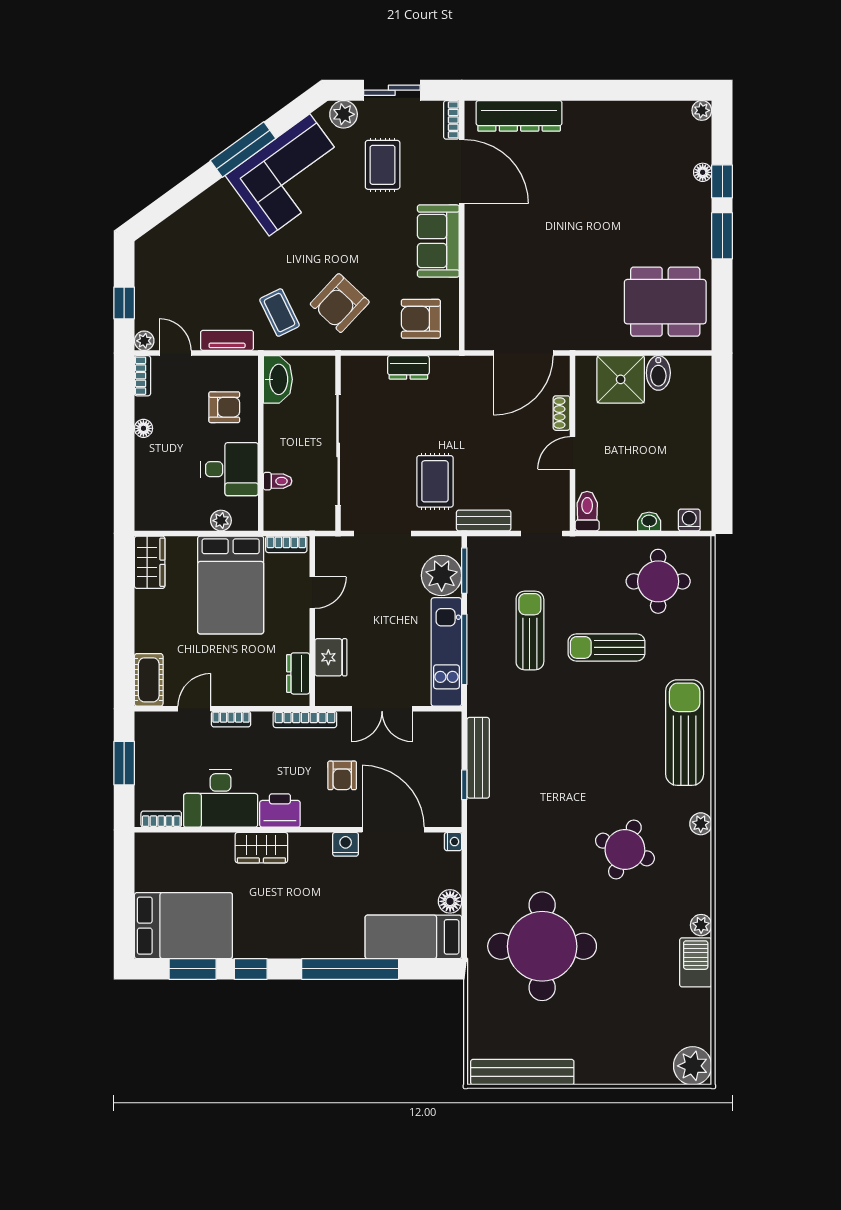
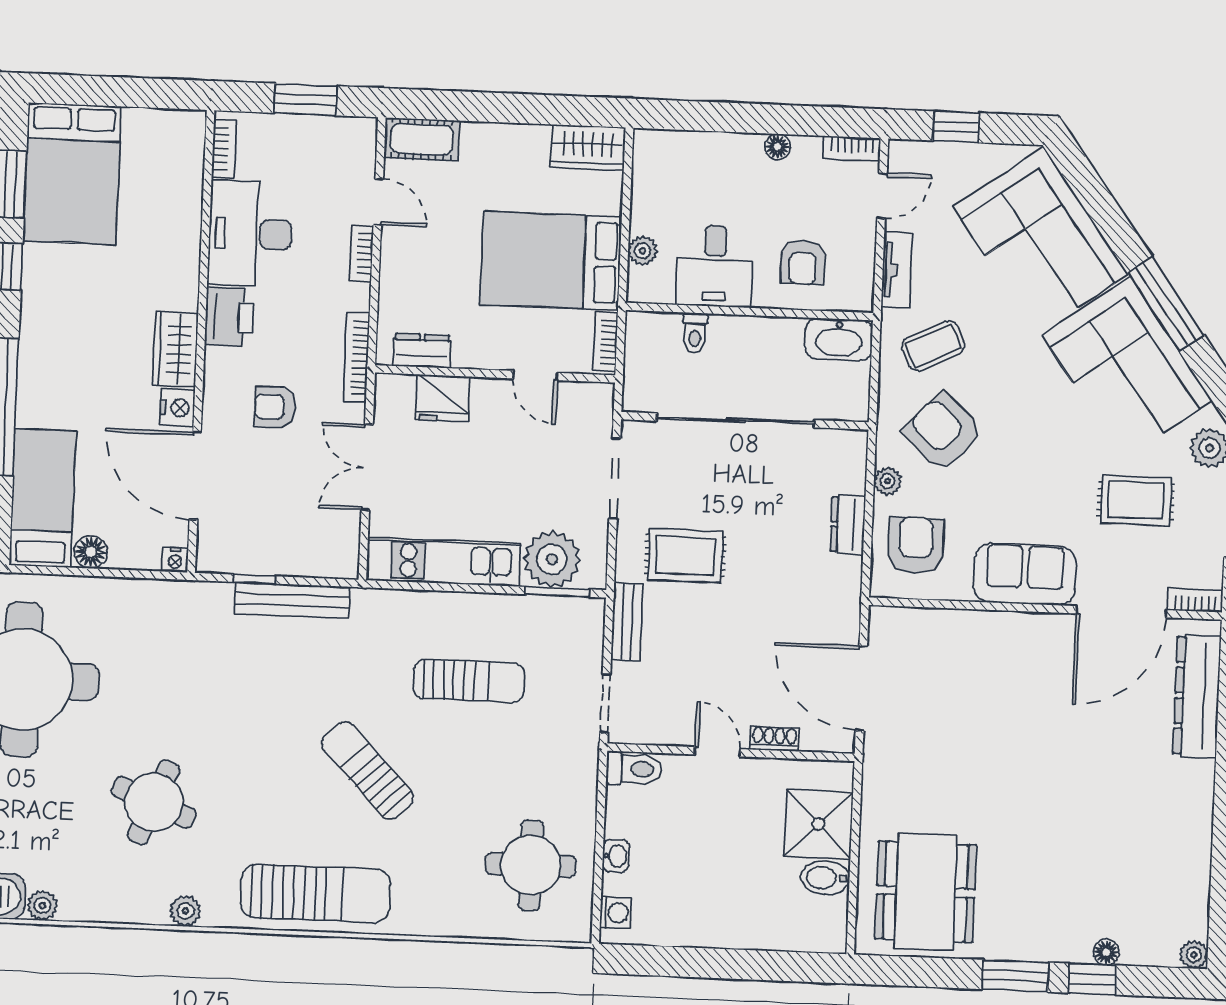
corner sofa: (202, 240) -> (1040, 241), added
plant: (144, 341) -> (887, 481), moved
sun lounger: (606, 647) -> (367, 770), moved, turned -44
window: (464, 649) -> (446, 587), removed
door: (393, 830) -> (195, 476), swing flipped
wardrobe: (261, 848) -> (175, 349), moved

